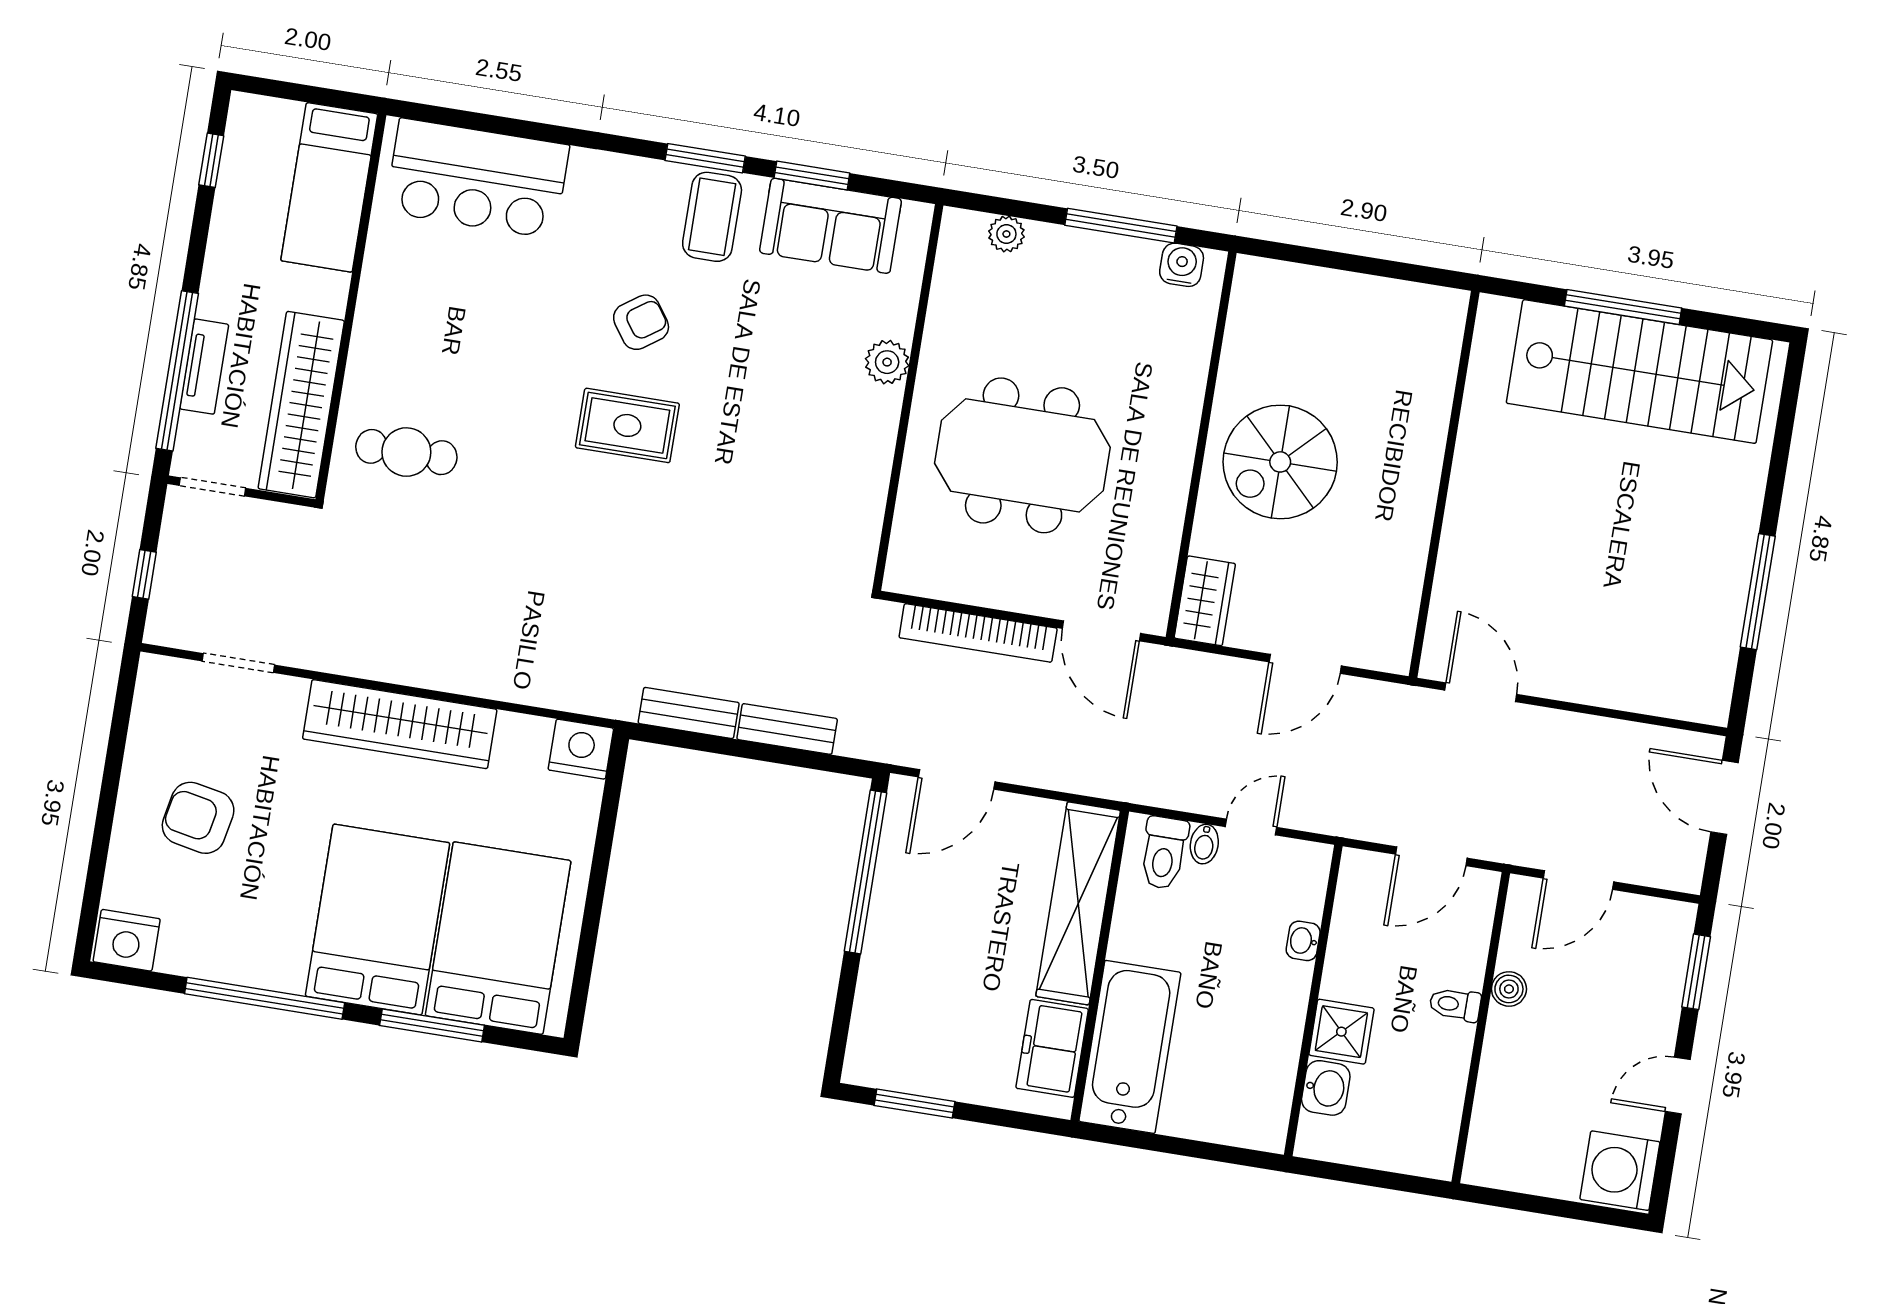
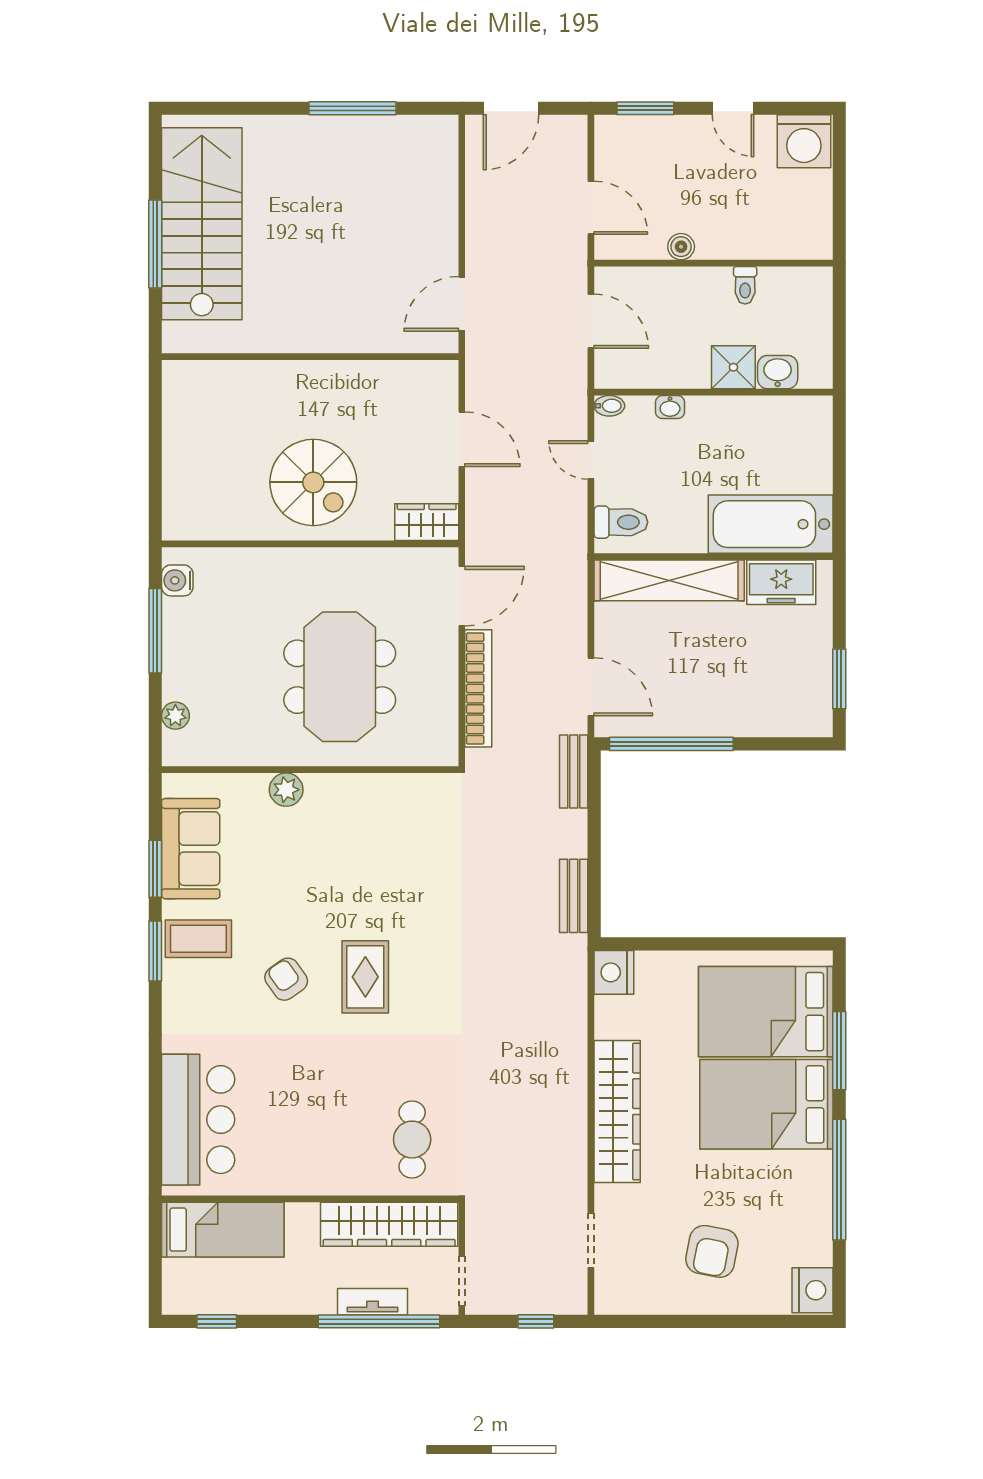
bench: (787, 729) -> (574, 772), moved
bidet: (1204, 844) -> (609, 406), moved
toilet: (1455, 1004) -> (745, 285), moved

